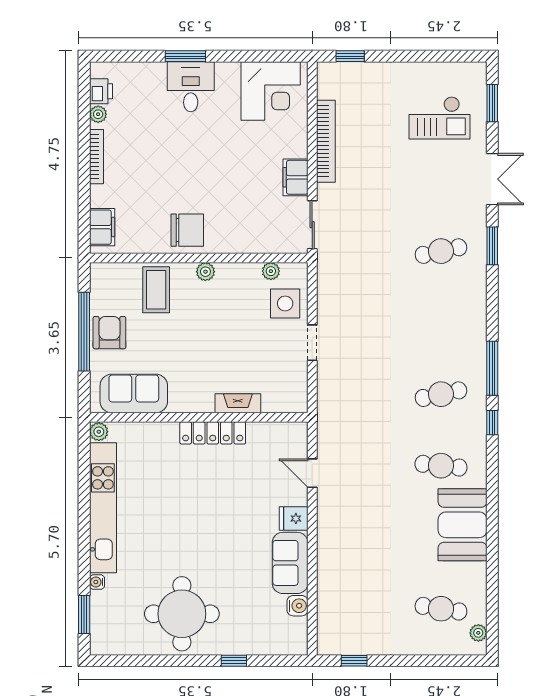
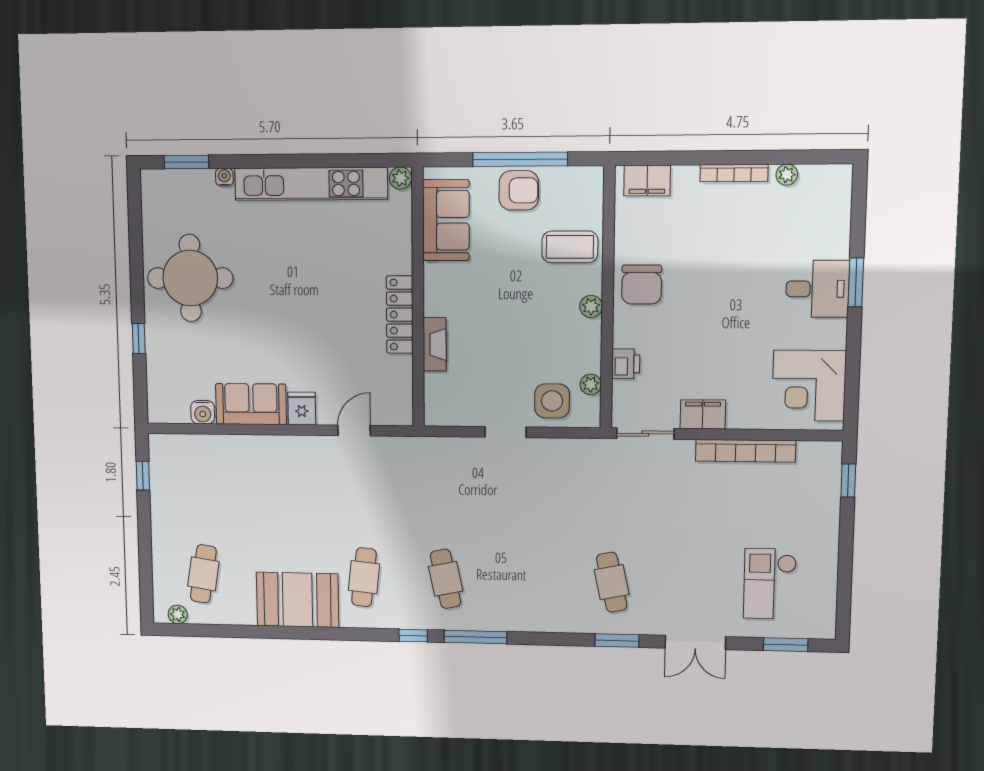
printer: (101, 91) -> (626, 364), moved, turned -90

